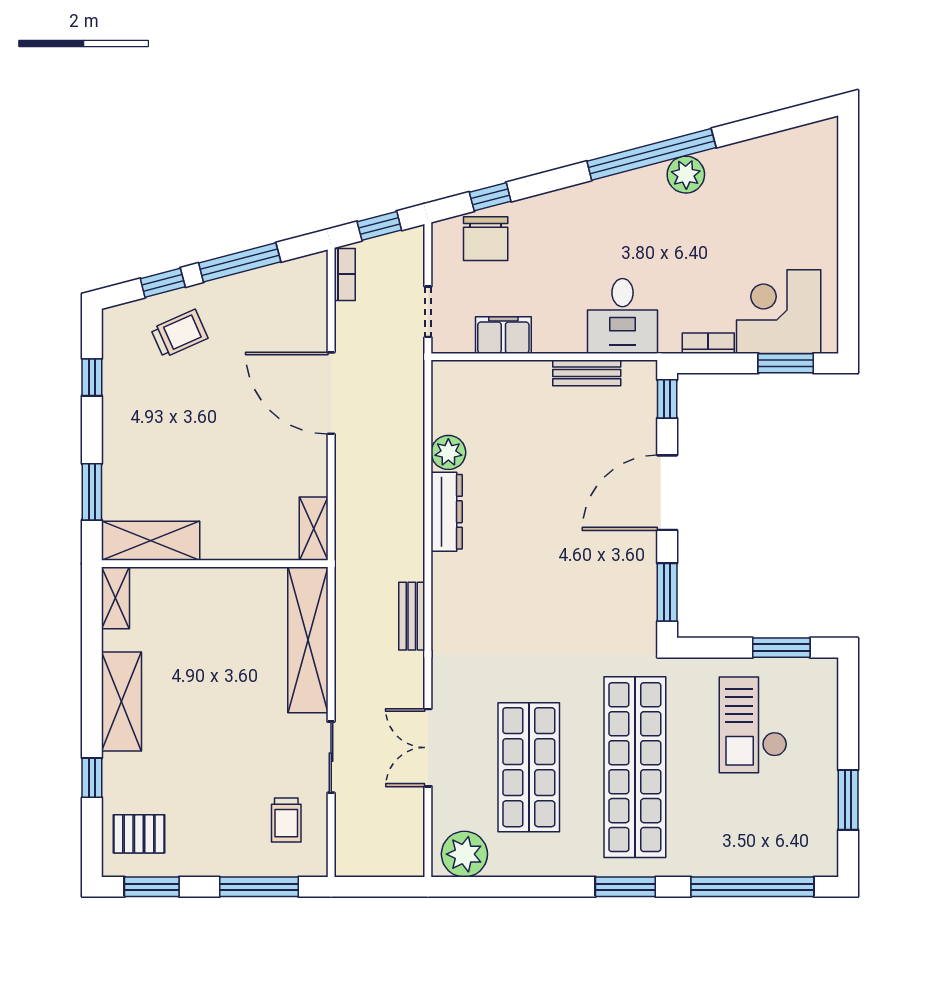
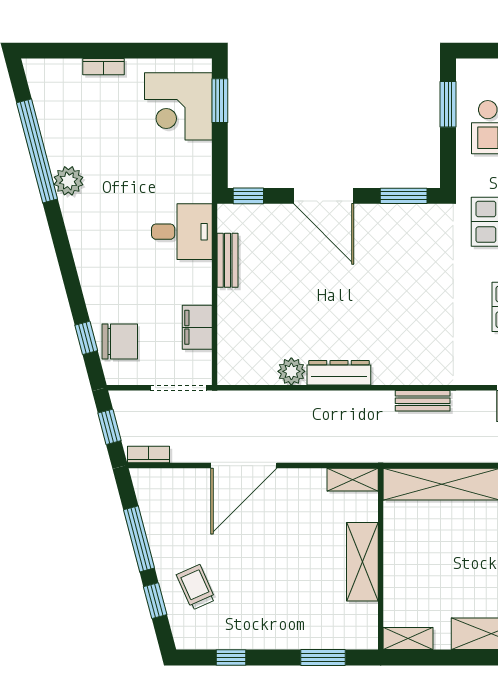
window: (651, 154) -> (37, 151), moved
doorway: (428, 312) -> (179, 388), width x1.38
bookcase: (708, 343) -> (103, 67), moved, turned -90
shelving: (151, 541) -> (362, 562), moved

